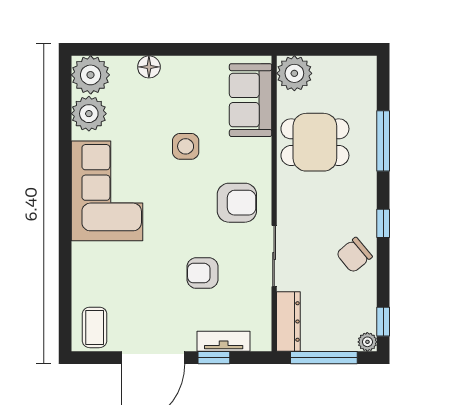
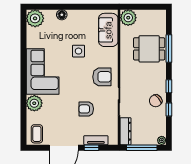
plant: (89, 114) -> (34, 103), moved
dining table: (315, 142) -> (149, 49), moved
window: (383, 322) -> (169, 110), moved

